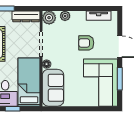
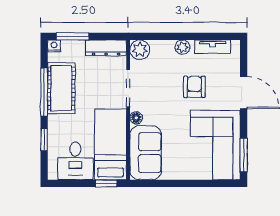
plant: (65, 16) -> (182, 47), moved
armchair: (86, 43) -> (194, 87), turned 90
window: (120, 79) -> (244, 155), moved
window: (13, 109) -> (106, 183), moved

